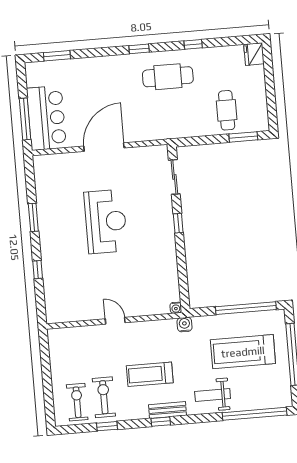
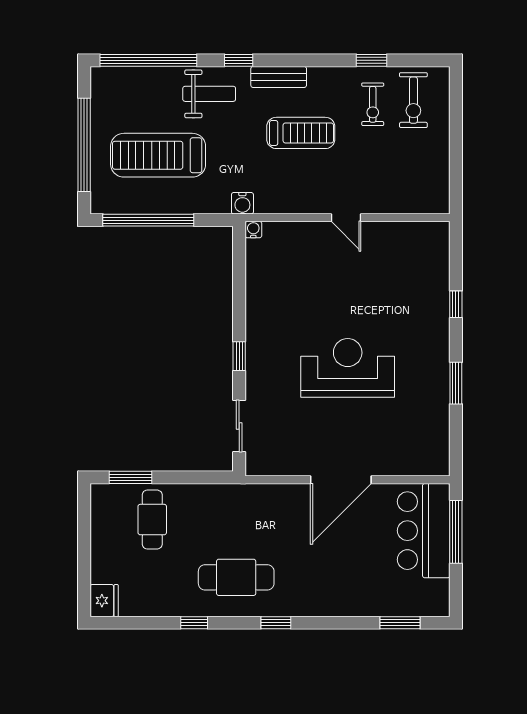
reception desk: (106, 221) -> (348, 368), turned 90
treadmill: (243, 352) -> (158, 155), turned 180
exercise bike: (104, 397) -> (373, 104), width x0.73, depth x0.72
window: (161, 422) -> (239, 60), moved

